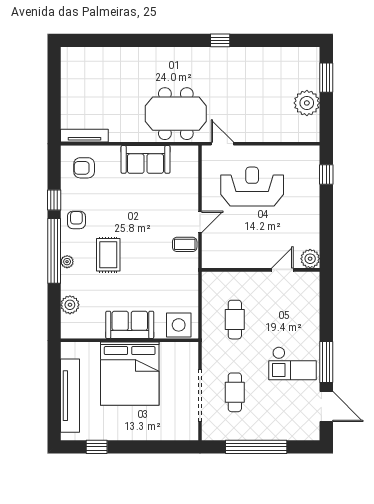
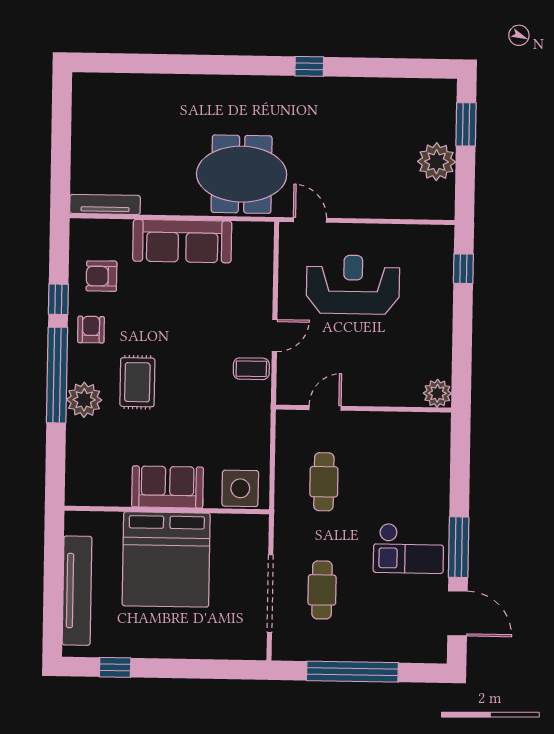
sofa: (146, 159) -> (182, 241), width x1.36
armchair: (84, 168) -> (102, 276), moved
plant: (67, 262) -> (84, 400), width x1.87, depth x1.87
door: (282, 270) -> (325, 408), moved
plant: (70, 305) -> (79, 456), removed

